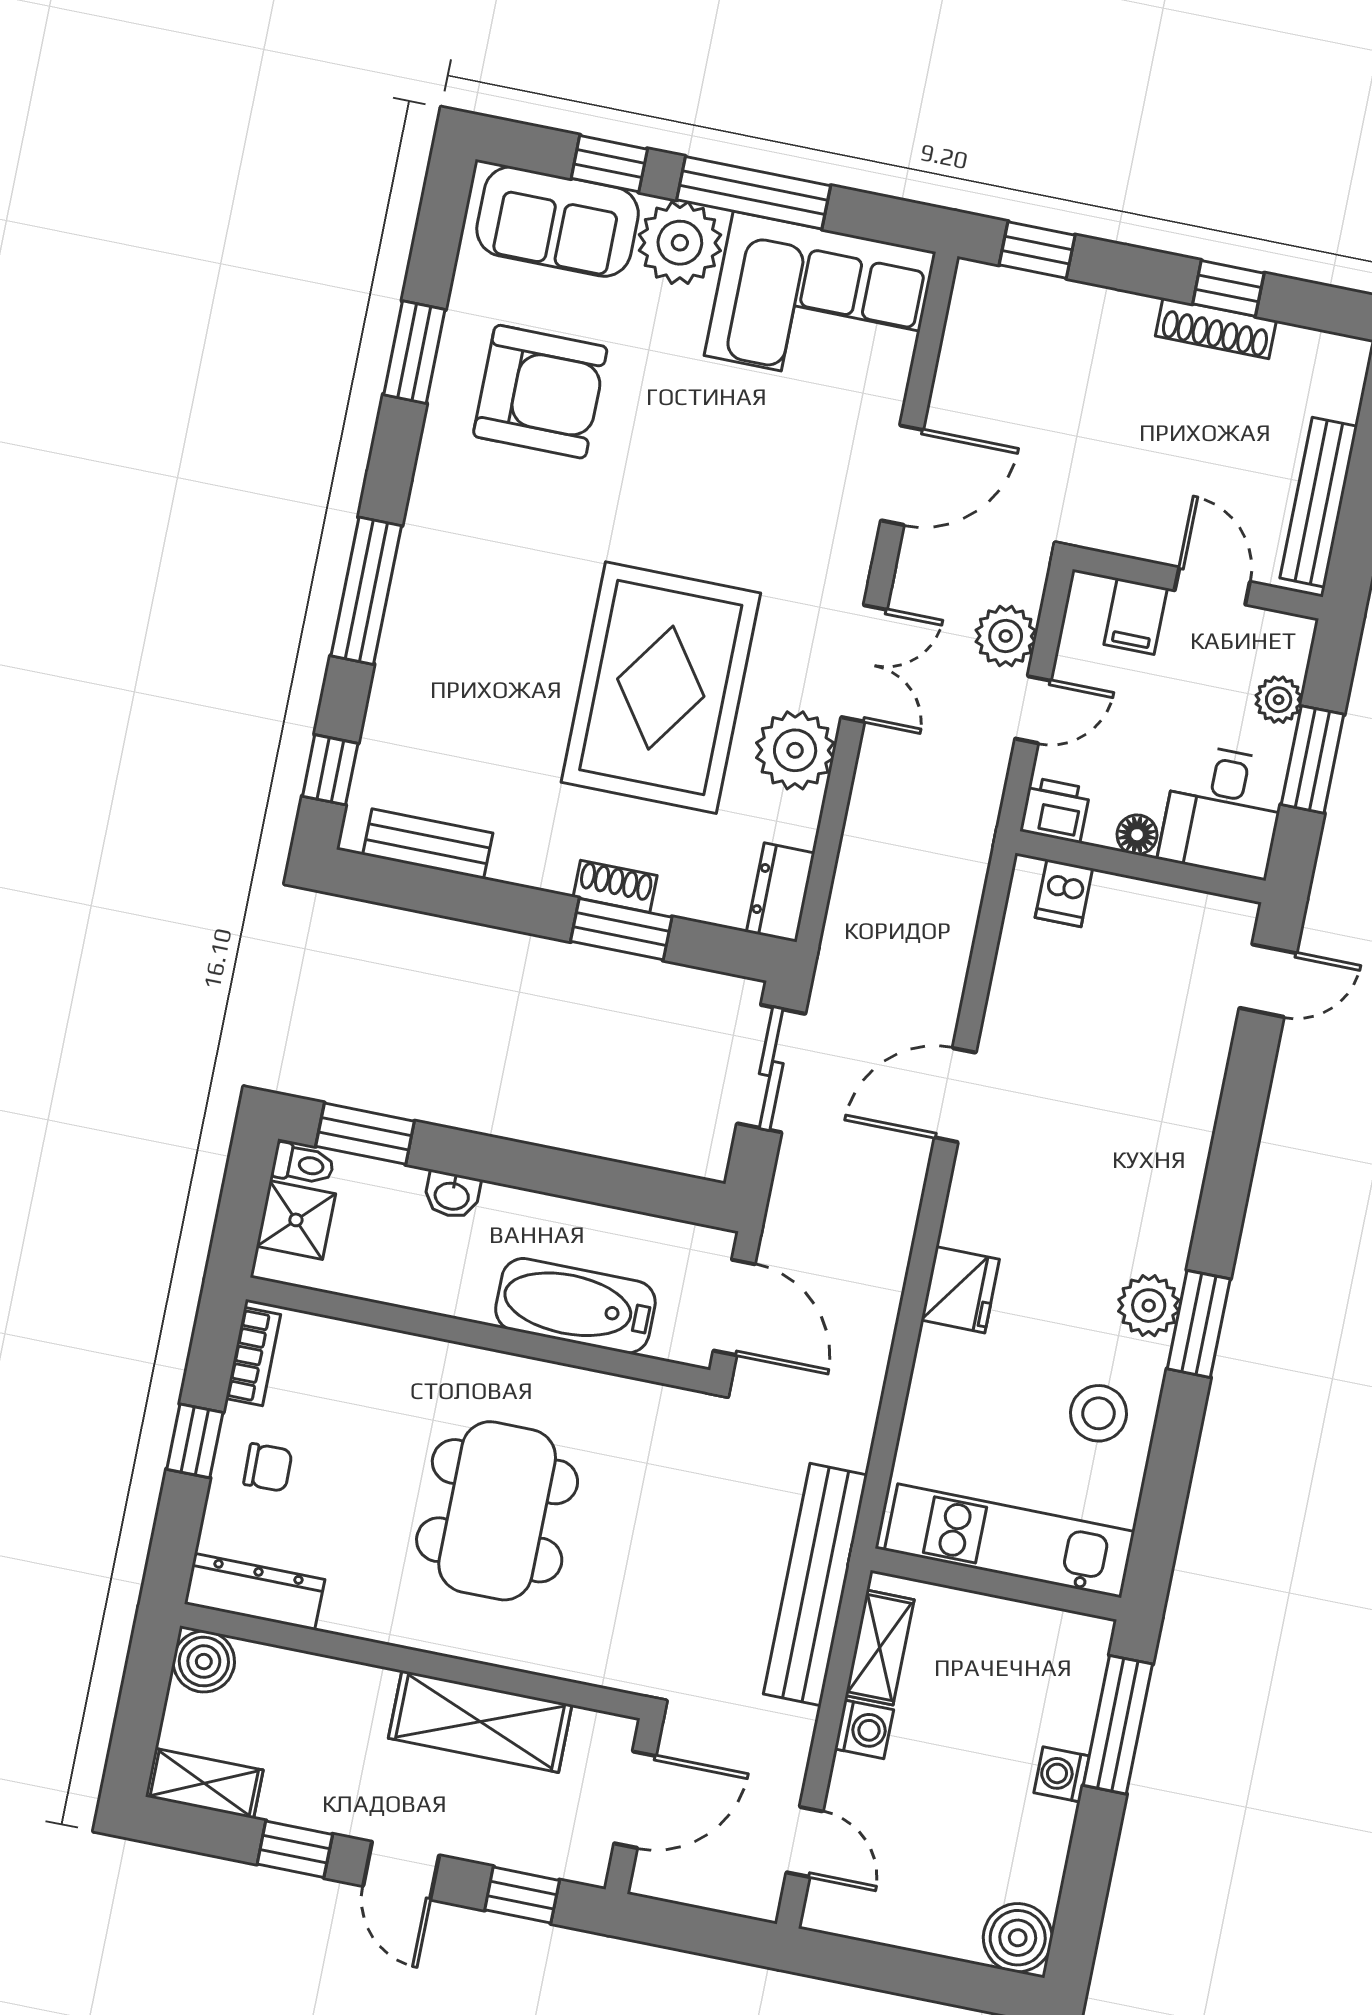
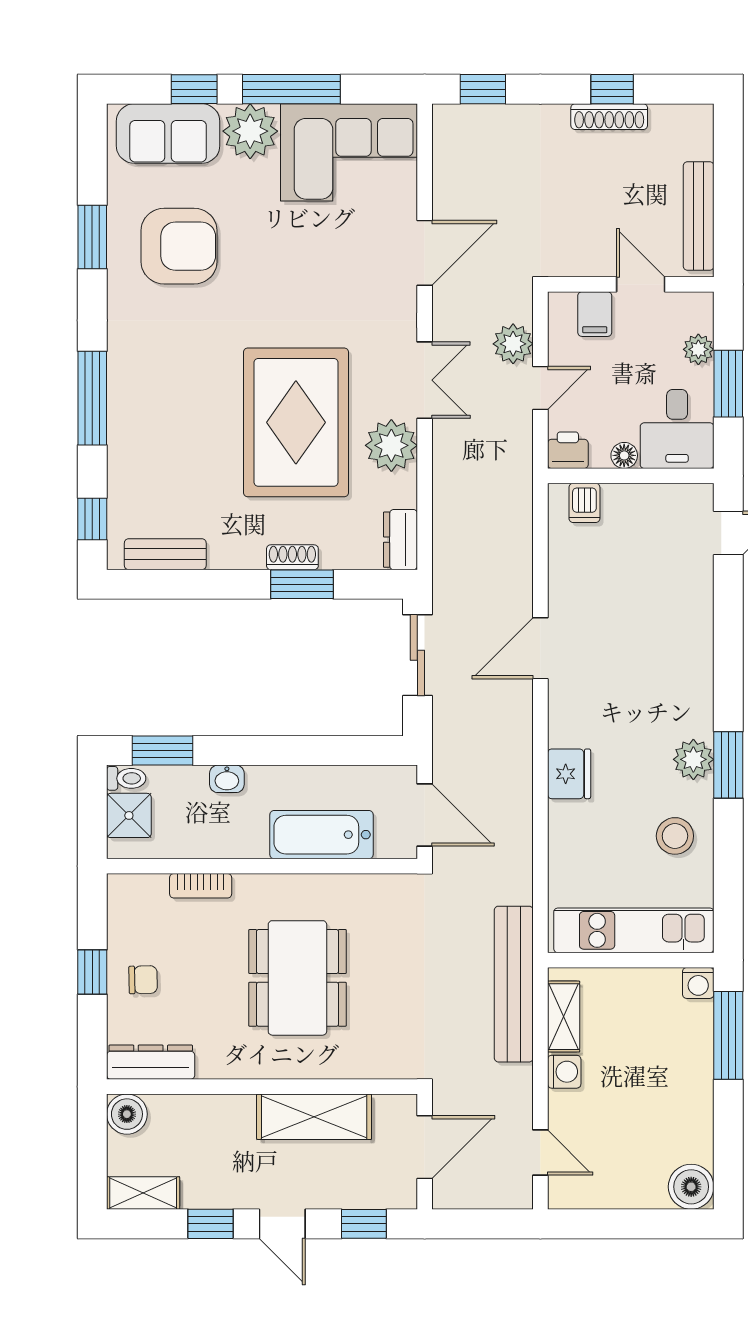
bookcase: (253, 1356) -> (201, 886), moved, turned 90
washing machine: (1062, 1774) -> (698, 983), moved, turned -90

